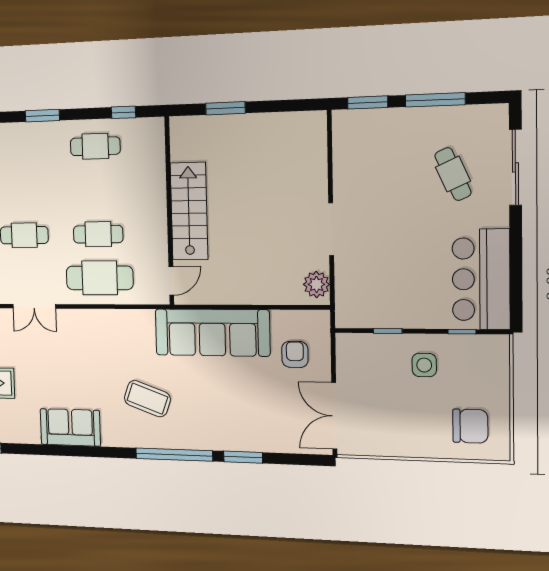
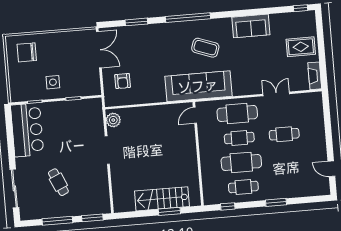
cafe table: (453, 174) -> (58, 182), moved
cafe table: (97, 190) -> (241, 162), added
stairs: (189, 211) -> (162, 199), moved, turned 90
sofa: (212, 333) -> (198, 86), moved
window: (243, 457) -> (136, 22), moved

